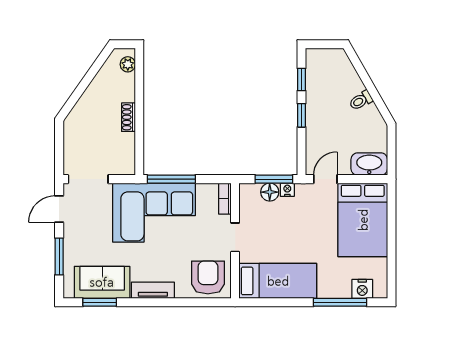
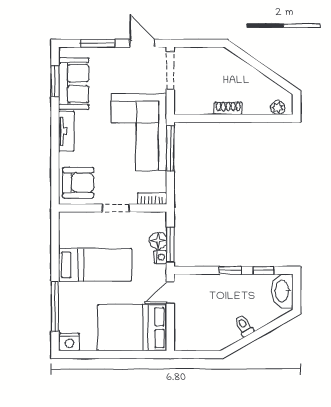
washbasin: (369, 164) -> (282, 291), moved, turned 180
door: (325, 179) -> (170, 293), swing flipped
bed: (278, 281) -> (95, 265), moved, turned -90
nightstand: (362, 289) -> (70, 342), moved, turned -90

